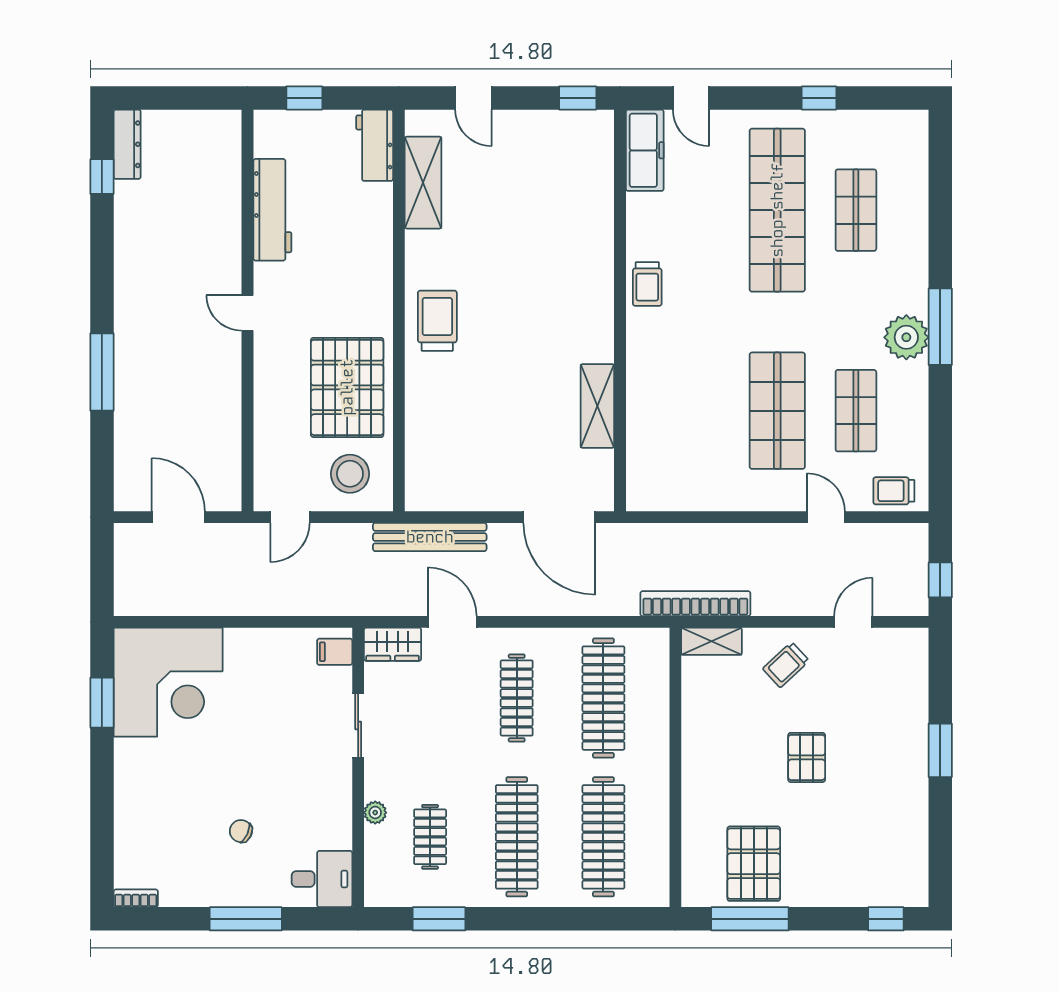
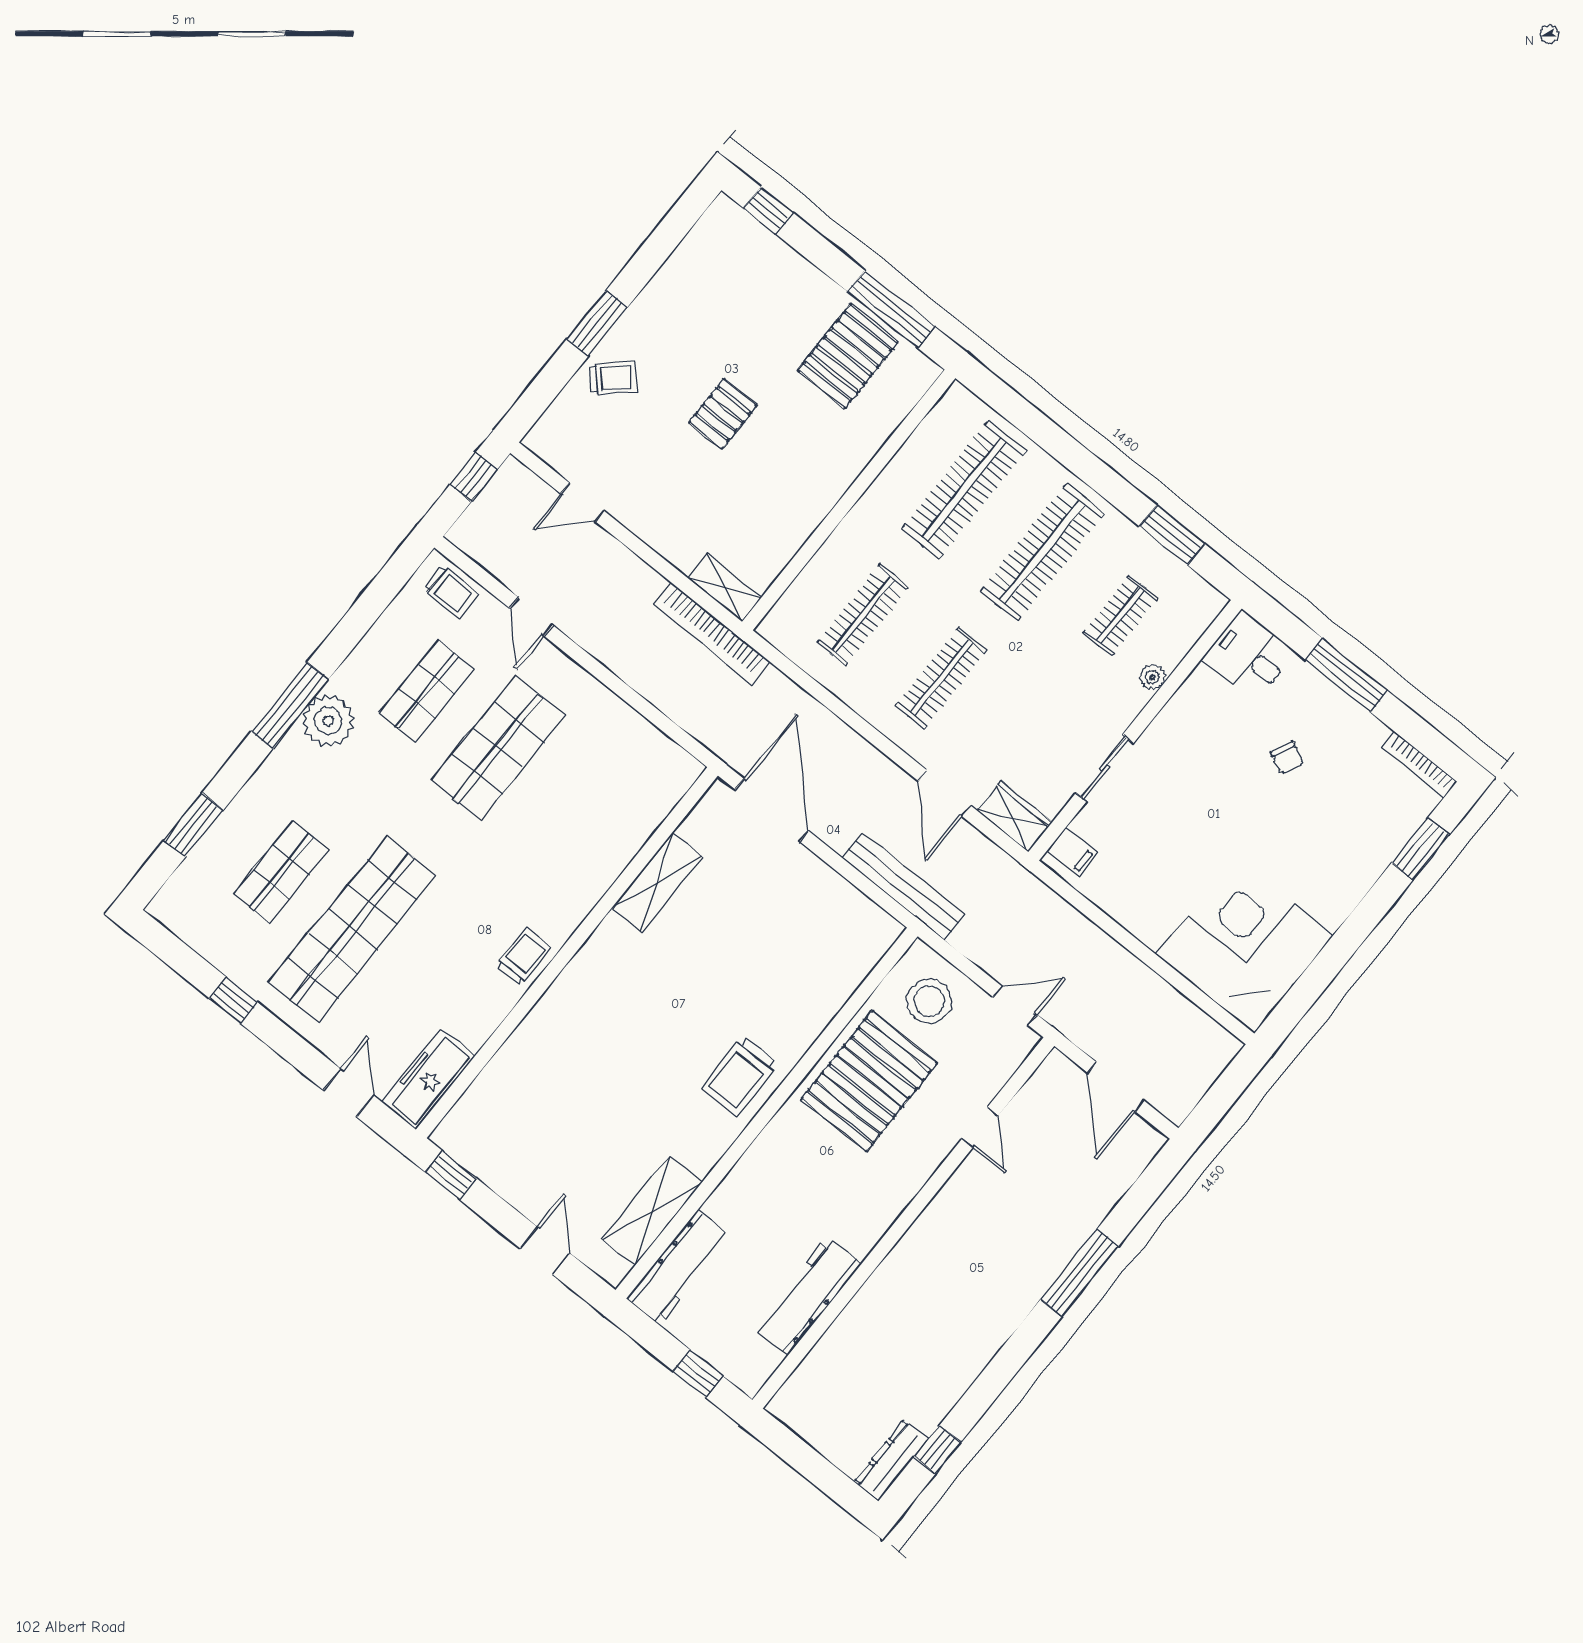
workbench: (375, 145) -> (678, 1268), width x1.38
window: (940, 194) -> (193, 825), added
door: (247, 313) -> (980, 1127), moved
trolley: (786, 665) -> (613, 378), moved
clothes rail: (603, 698) -> (863, 615), width x0.73, depth x0.76
window: (102, 703) -> (1420, 849), moved
bookcase: (136, 898) -> (1419, 764), width x1.56

